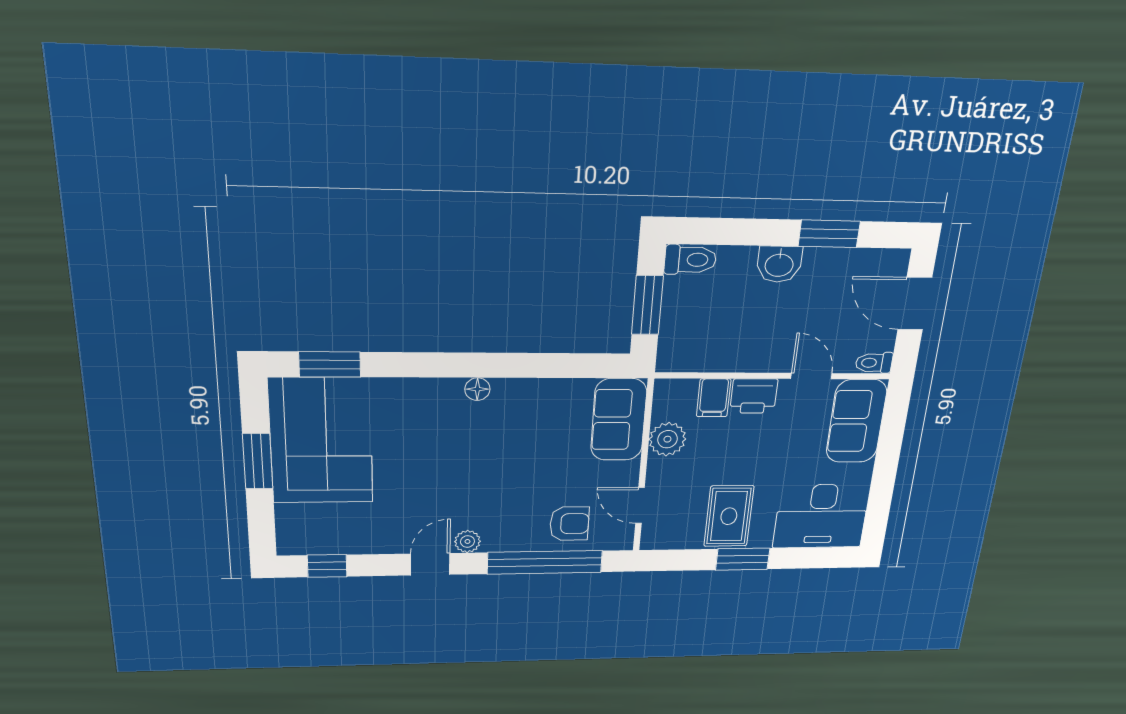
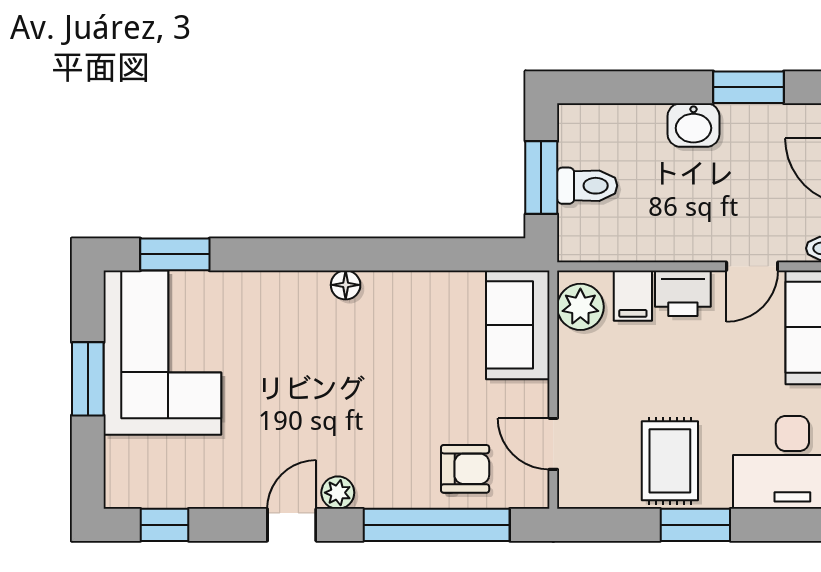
toilet: (690, 260) -> (587, 186), moved
door: (811, 376) -> (752, 266), swing flipped
plant: (667, 439) -> (580, 307), moved

